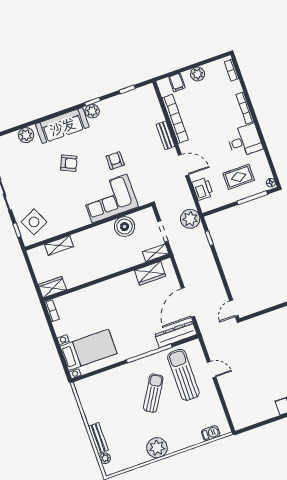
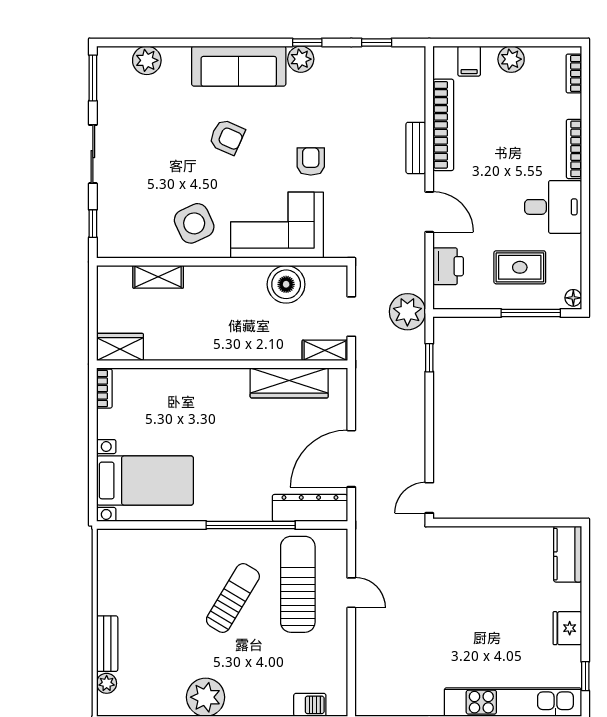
plant: (26, 135) -> (147, 60), moved
side table: (34, 222) -> (194, 223), moved
wardrobe: (150, 273) -> (289, 383), width x1.50

